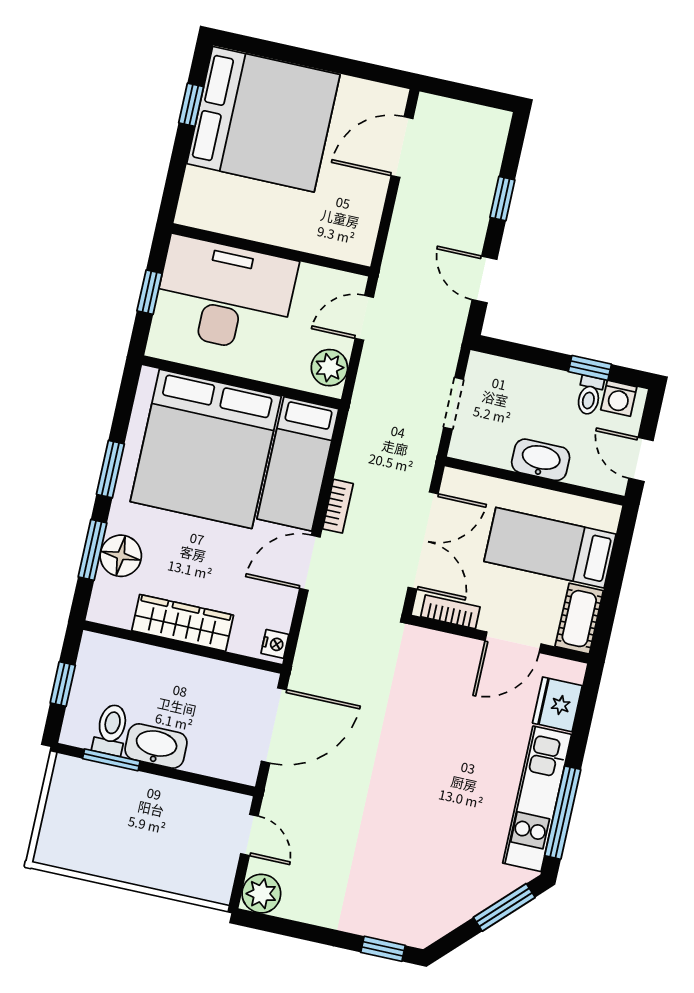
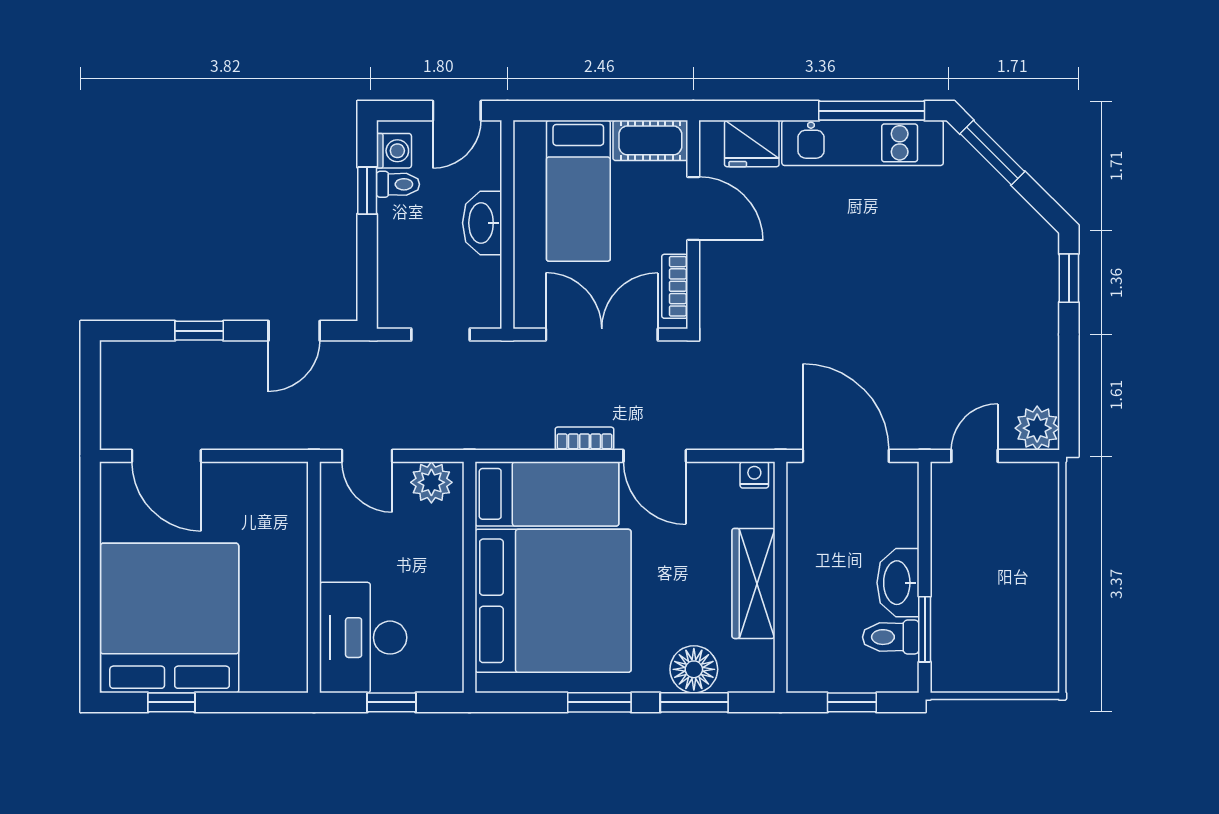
desk: (225, 295) -> (363, 638), width x0.73, depth x0.77

